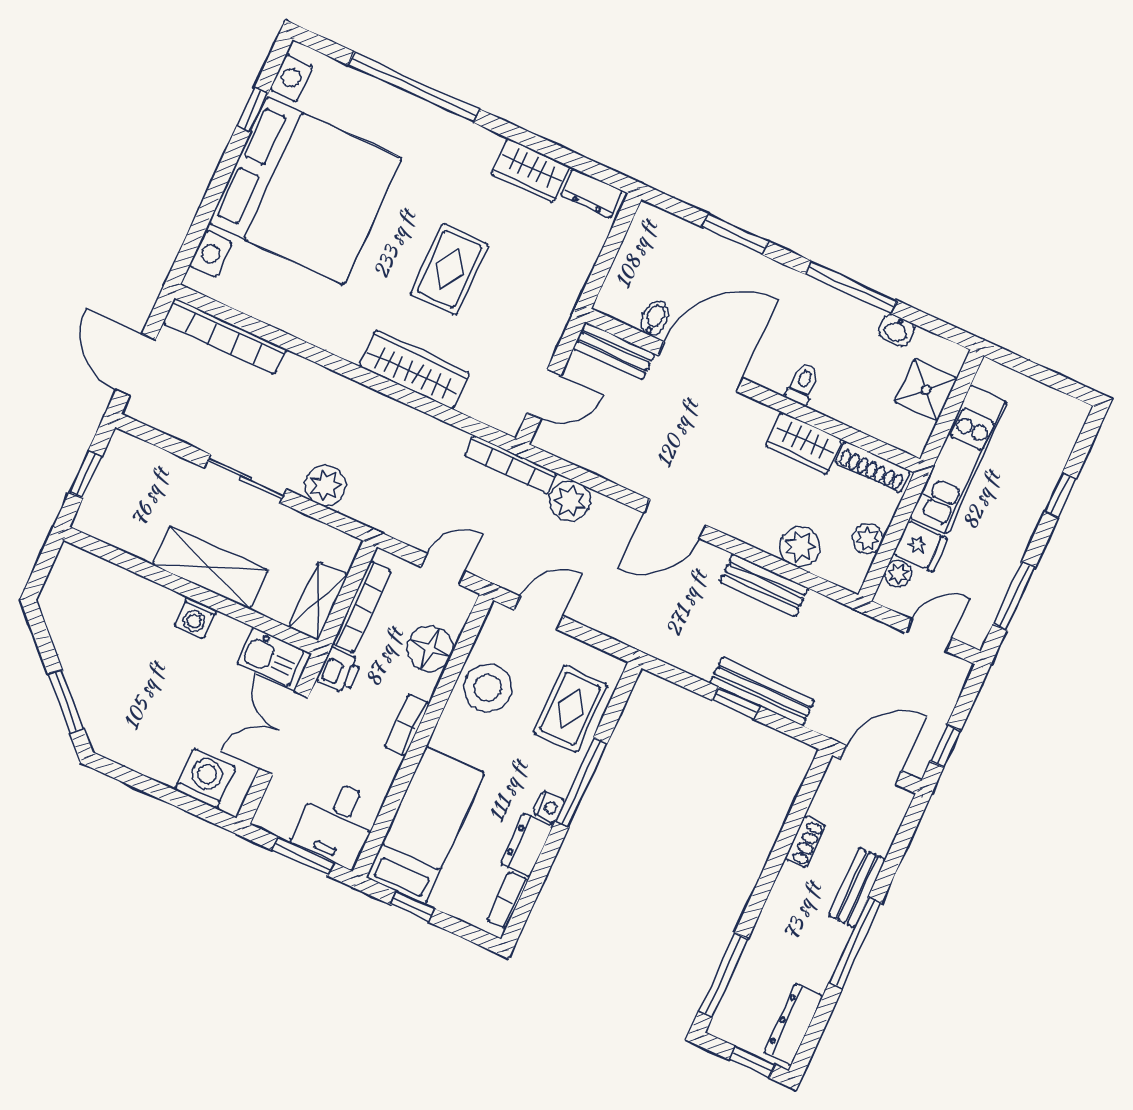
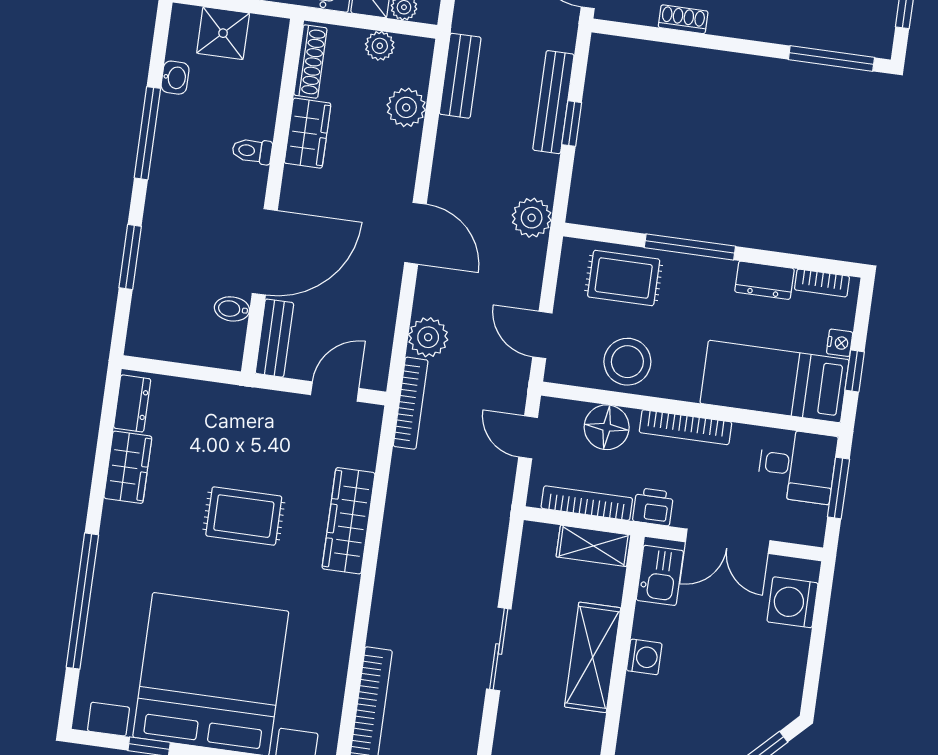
door: (700, 367) -> (265, 252), swing flipped
door: (544, 394) -> (335, 392), hinge flipped
plant: (325, 485) -> (532, 218), moved
bench: (764, 585) -> (460, 76), moved
bookcase: (407, 725) -> (685, 427), width x1.56
nightstand: (549, 807) -> (840, 343), moved, turned 90

